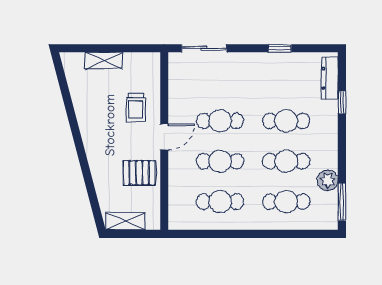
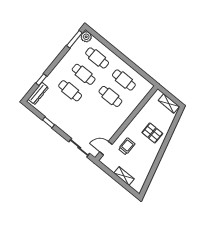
cafe table: (220, 121) -> (97, 113), removed
door: (164, 137) -> (106, 148), moved
pallet: (139, 173) -> (152, 133), moved
plant: (328, 180) -> (86, 37), moved

